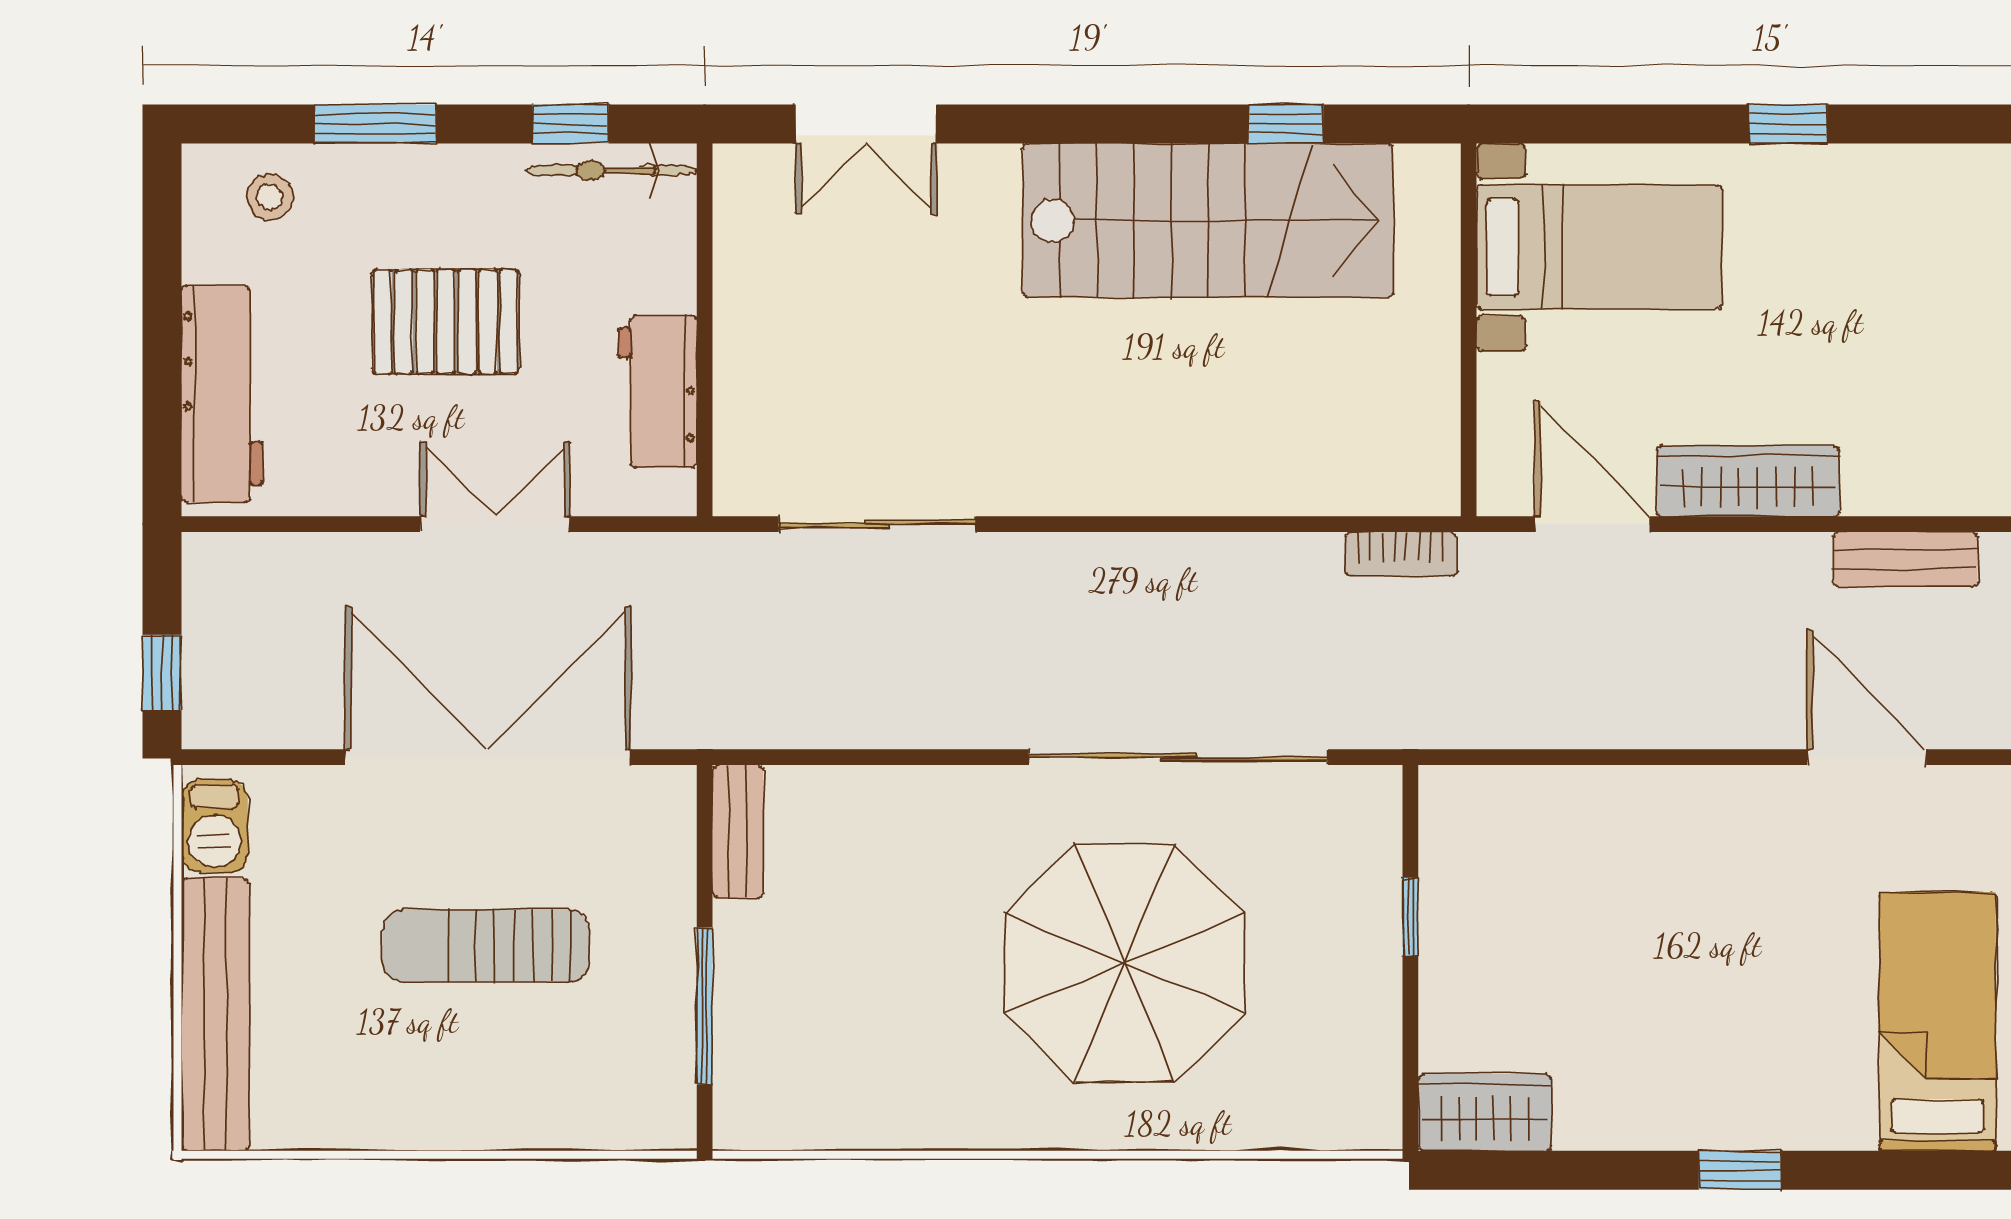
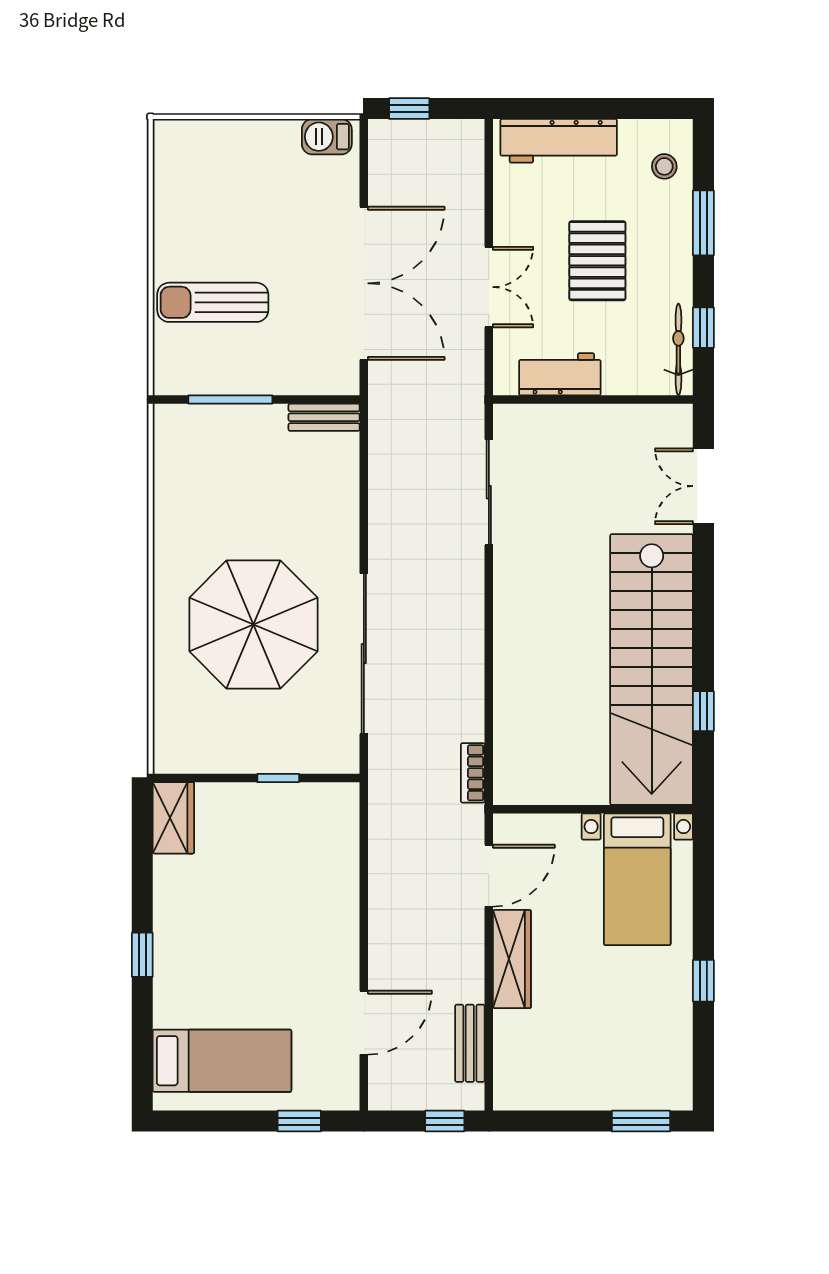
stairs: (1208, 221) -> (652, 669), width x1.36
sun lounger: (486, 946) -> (213, 302), moved, turned -90
bench: (215, 1014) -> (226, 137), removed

